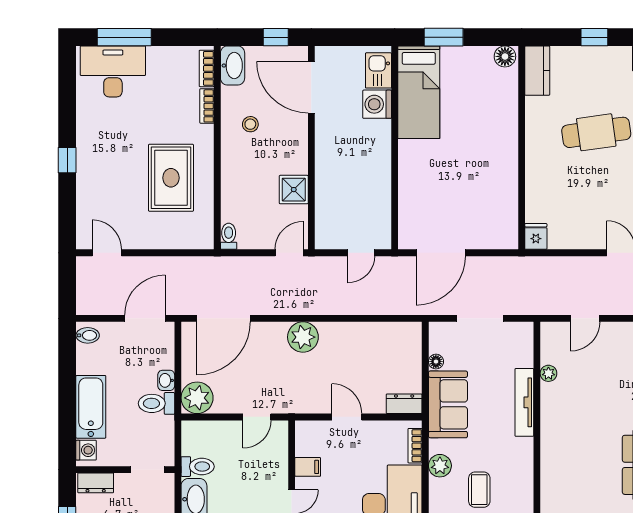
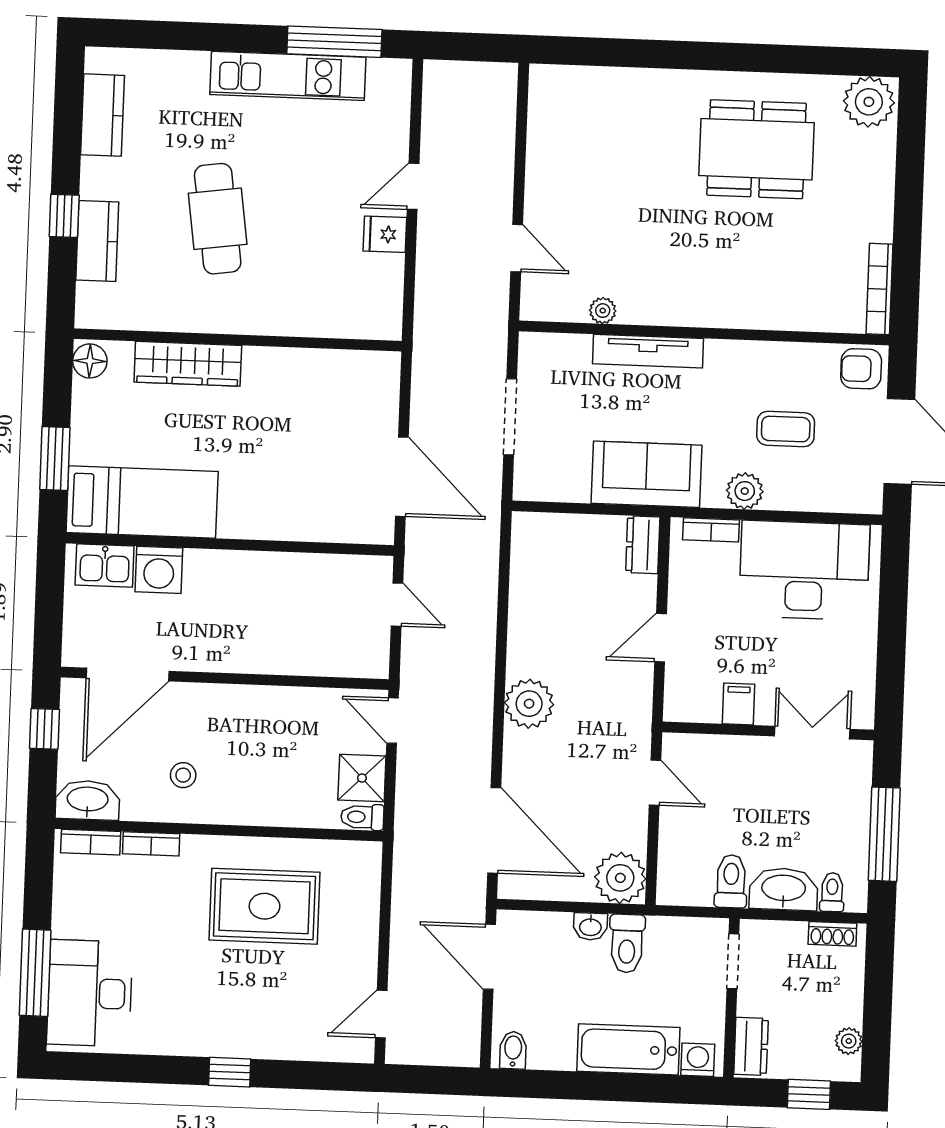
kitchen counter: (537, 71) -> (97, 241), moved, turned 90
wardrobe: (506, 117) -> (188, 364), added
shower: (294, 190) -> (362, 778), moved
fridge: (536, 236) -> (385, 234), moved
floor lamp: (436, 362) -> (577, 491), removed

